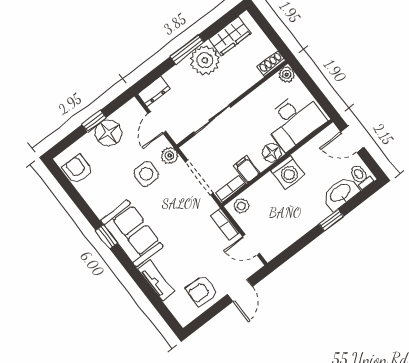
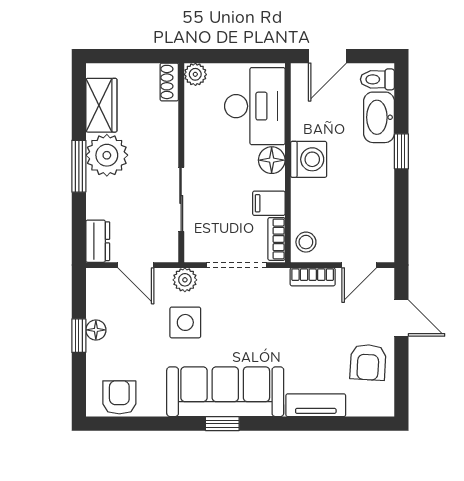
floor lamp: (108, 133) -> (96, 330), width x0.53, depth x0.53
armchair: (77, 169) -> (119, 397), turned 90
sofa: (132, 233) -> (225, 392), width x1.36

